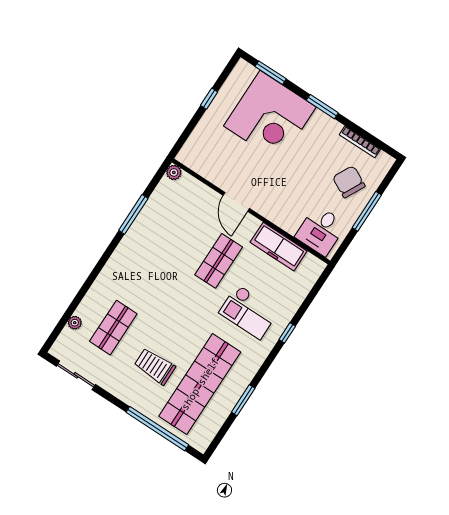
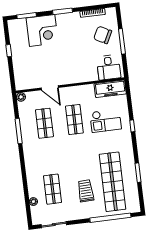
corner desk: (270, 117) -> (42, 30), width x0.74, depth x0.74
door: (236, 202) -> (50, 88), moved
shop shelf: (175, 233) -> (44, 123), added
freezer: (279, 247) -> (110, 89), moved
checkout: (249, 312) -> (106, 121), moved
trolley: (155, 366) -> (86, 191), turned 88

